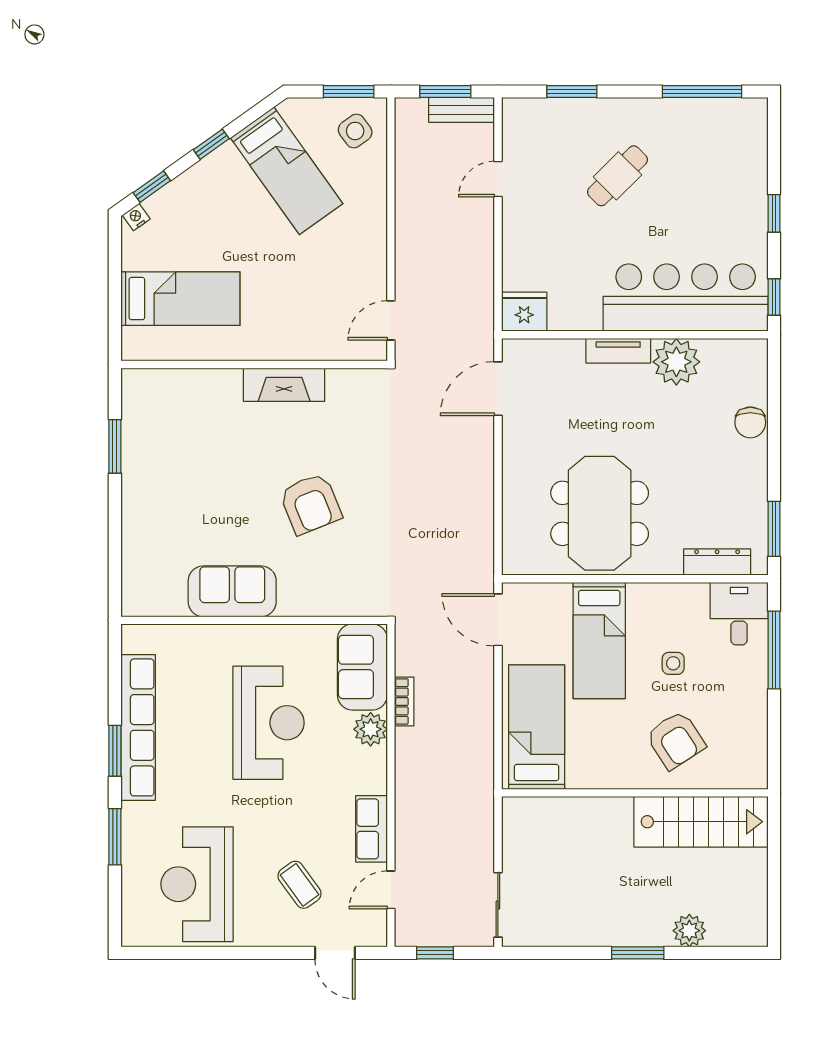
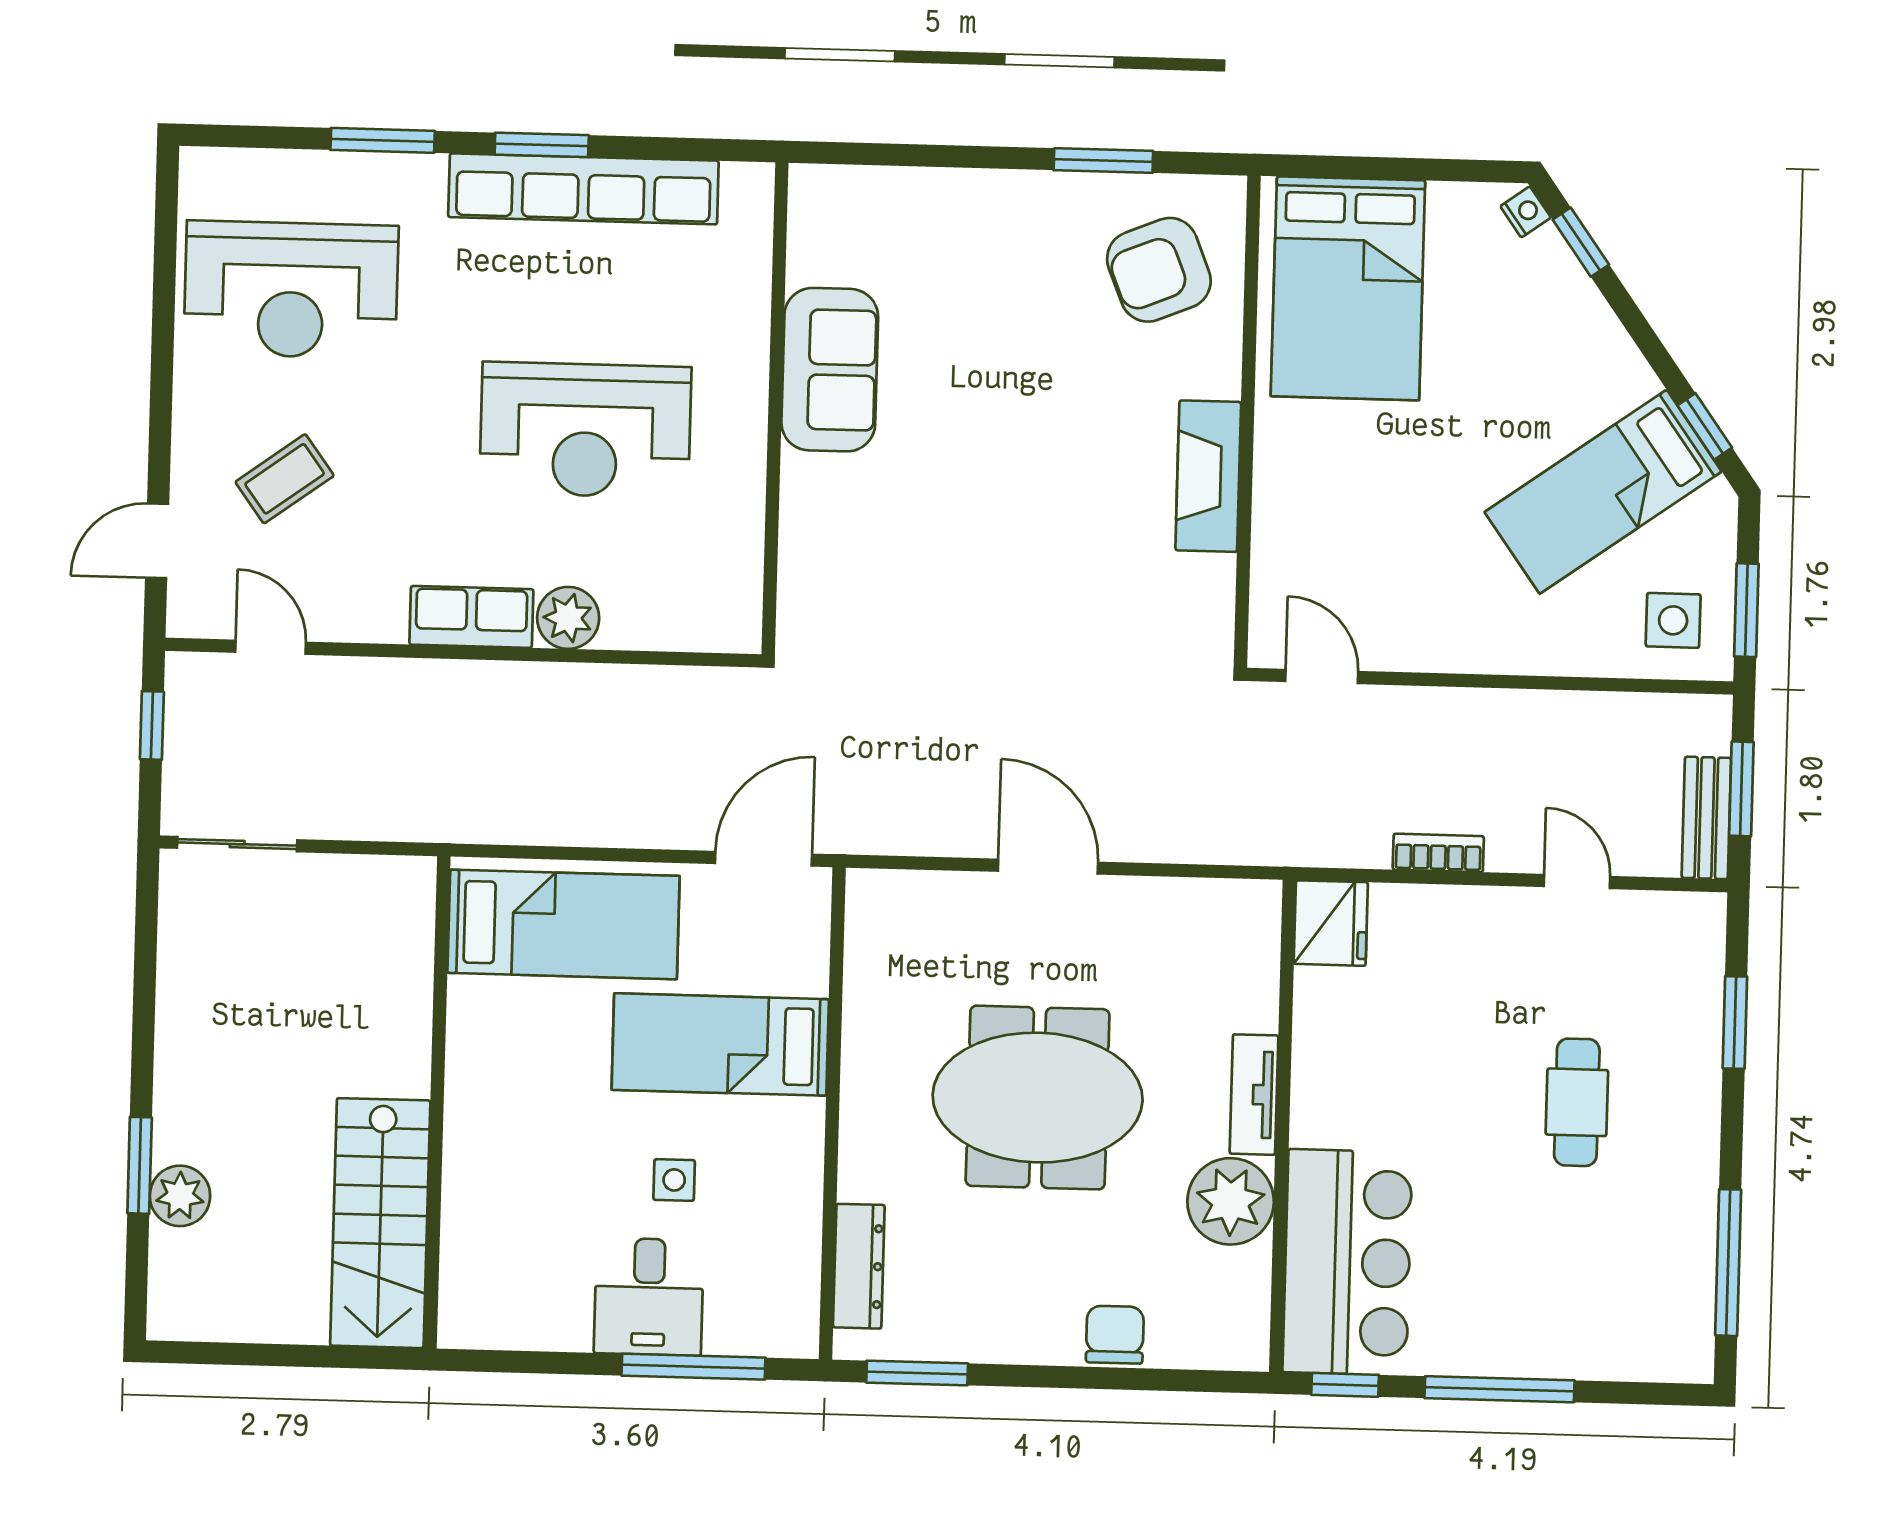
side table: (355, 131) -> (1673, 620), turned 36
window: (211, 144) -> (1705, 427), moved
cafe table: (617, 176) -> (1577, 1102), turned 45
window: (774, 213) -> (1500, 1389), width x2.17
bar counter: (686, 298) -> (1347, 1262), width x0.73
bed: (180, 299) -> (1348, 288), width x1.50
door: (498, 389) -> (1048, 867), moved
chair: (750, 422) -> (1115, 1335), turned 90
armchair: (310, 504) -> (1159, 270), moved
meeting table: (600, 513) -> (1038, 1098), moved
desk: (739, 614) -> (649, 1297), moved, turned 90
sofa: (362, 667) -> (683, 606), removed
bookcase: (404, 701) -> (1438, 853), moved, turned 180
armchair: (676, 740) -> (532, 1180), removed
row of seats: (371, 829) -> (471, 617), moved
reception desk: (197, 884) -> (291, 290), turned 180
window: (638, 953) -> (140, 1165), moved

